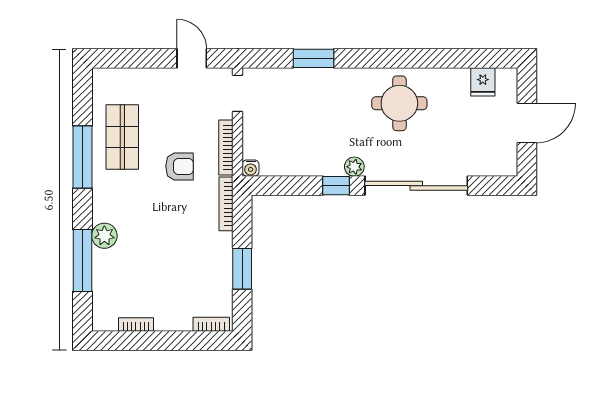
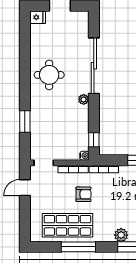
fridge: (483, 82) -> (38, 17), moved
shop shelf: (122, 137) -> (67, 225), width x1.43, depth x1.36
armchair: (180, 166) -> (83, 194), turned 90
window: (336, 186) -> (94, 140), moved

